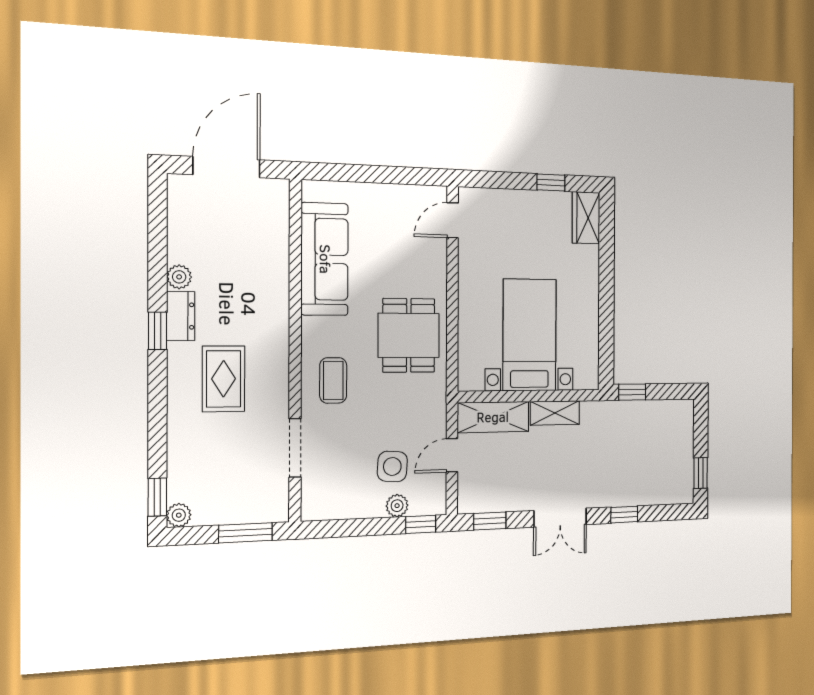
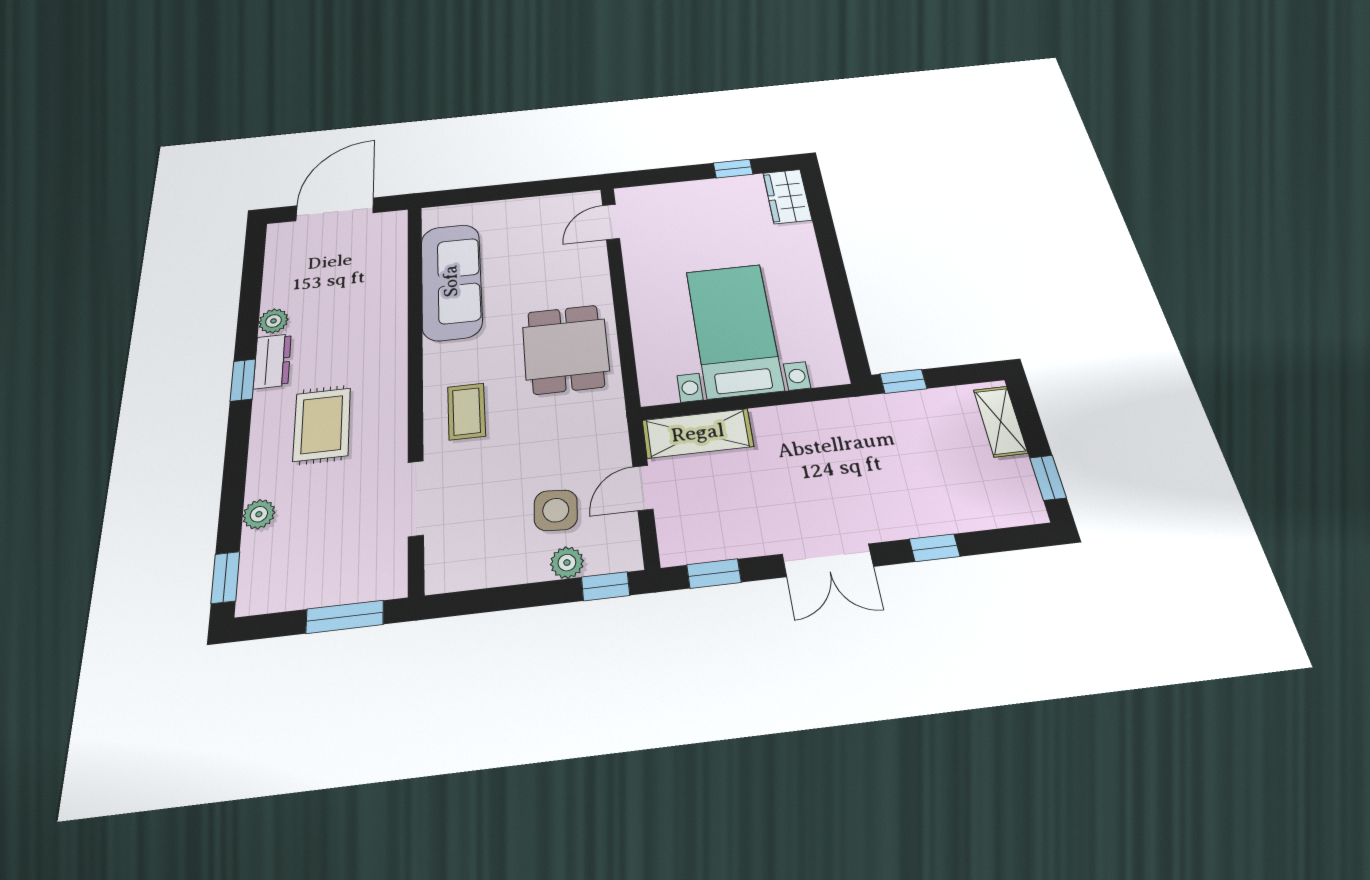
shelving: (555, 413) -> (1000, 421), moved, turned 90
plant: (179, 515) -> (259, 514), moved

